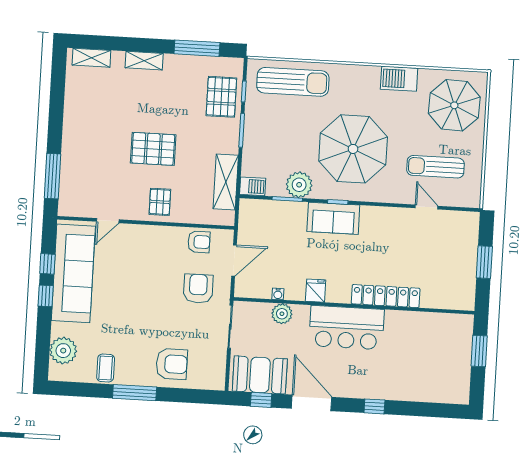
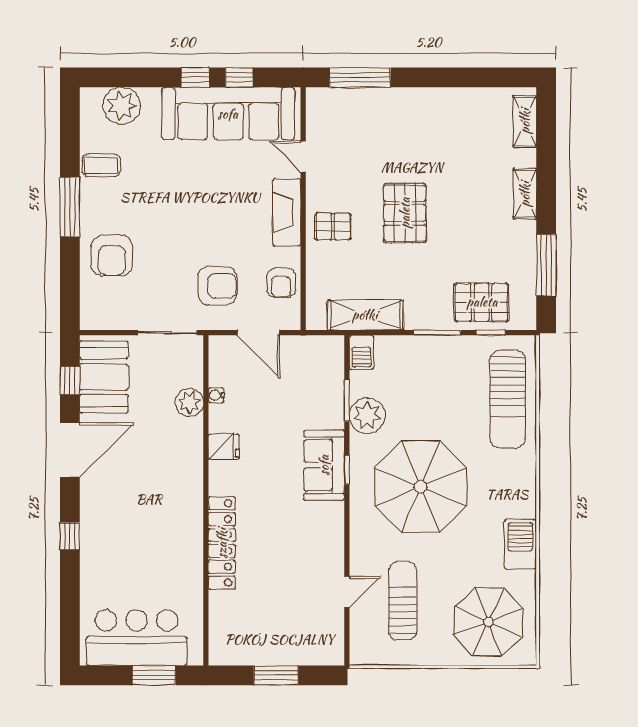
fireplace: (148, 235) -> (287, 212), added
bar counter: (347, 328) -> (137, 638), moved, turned 90

